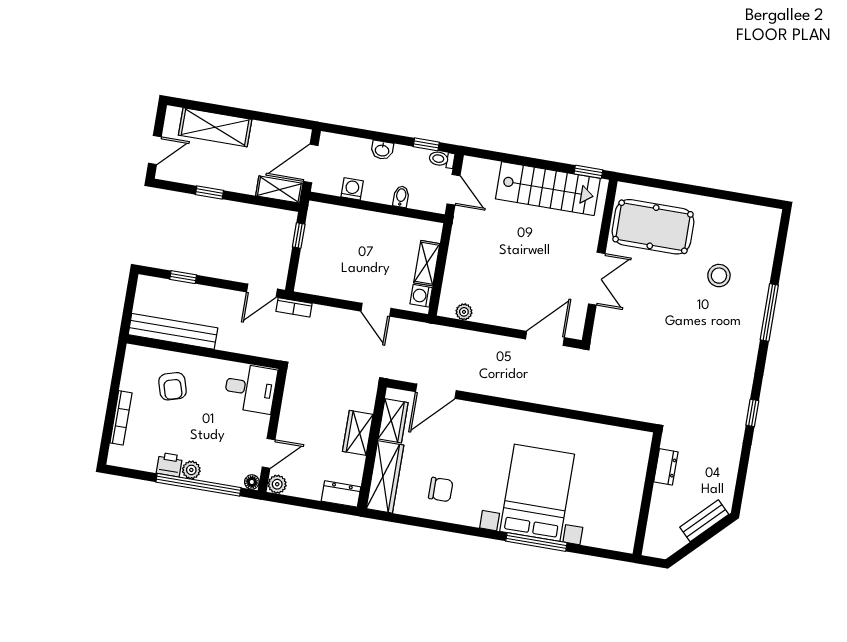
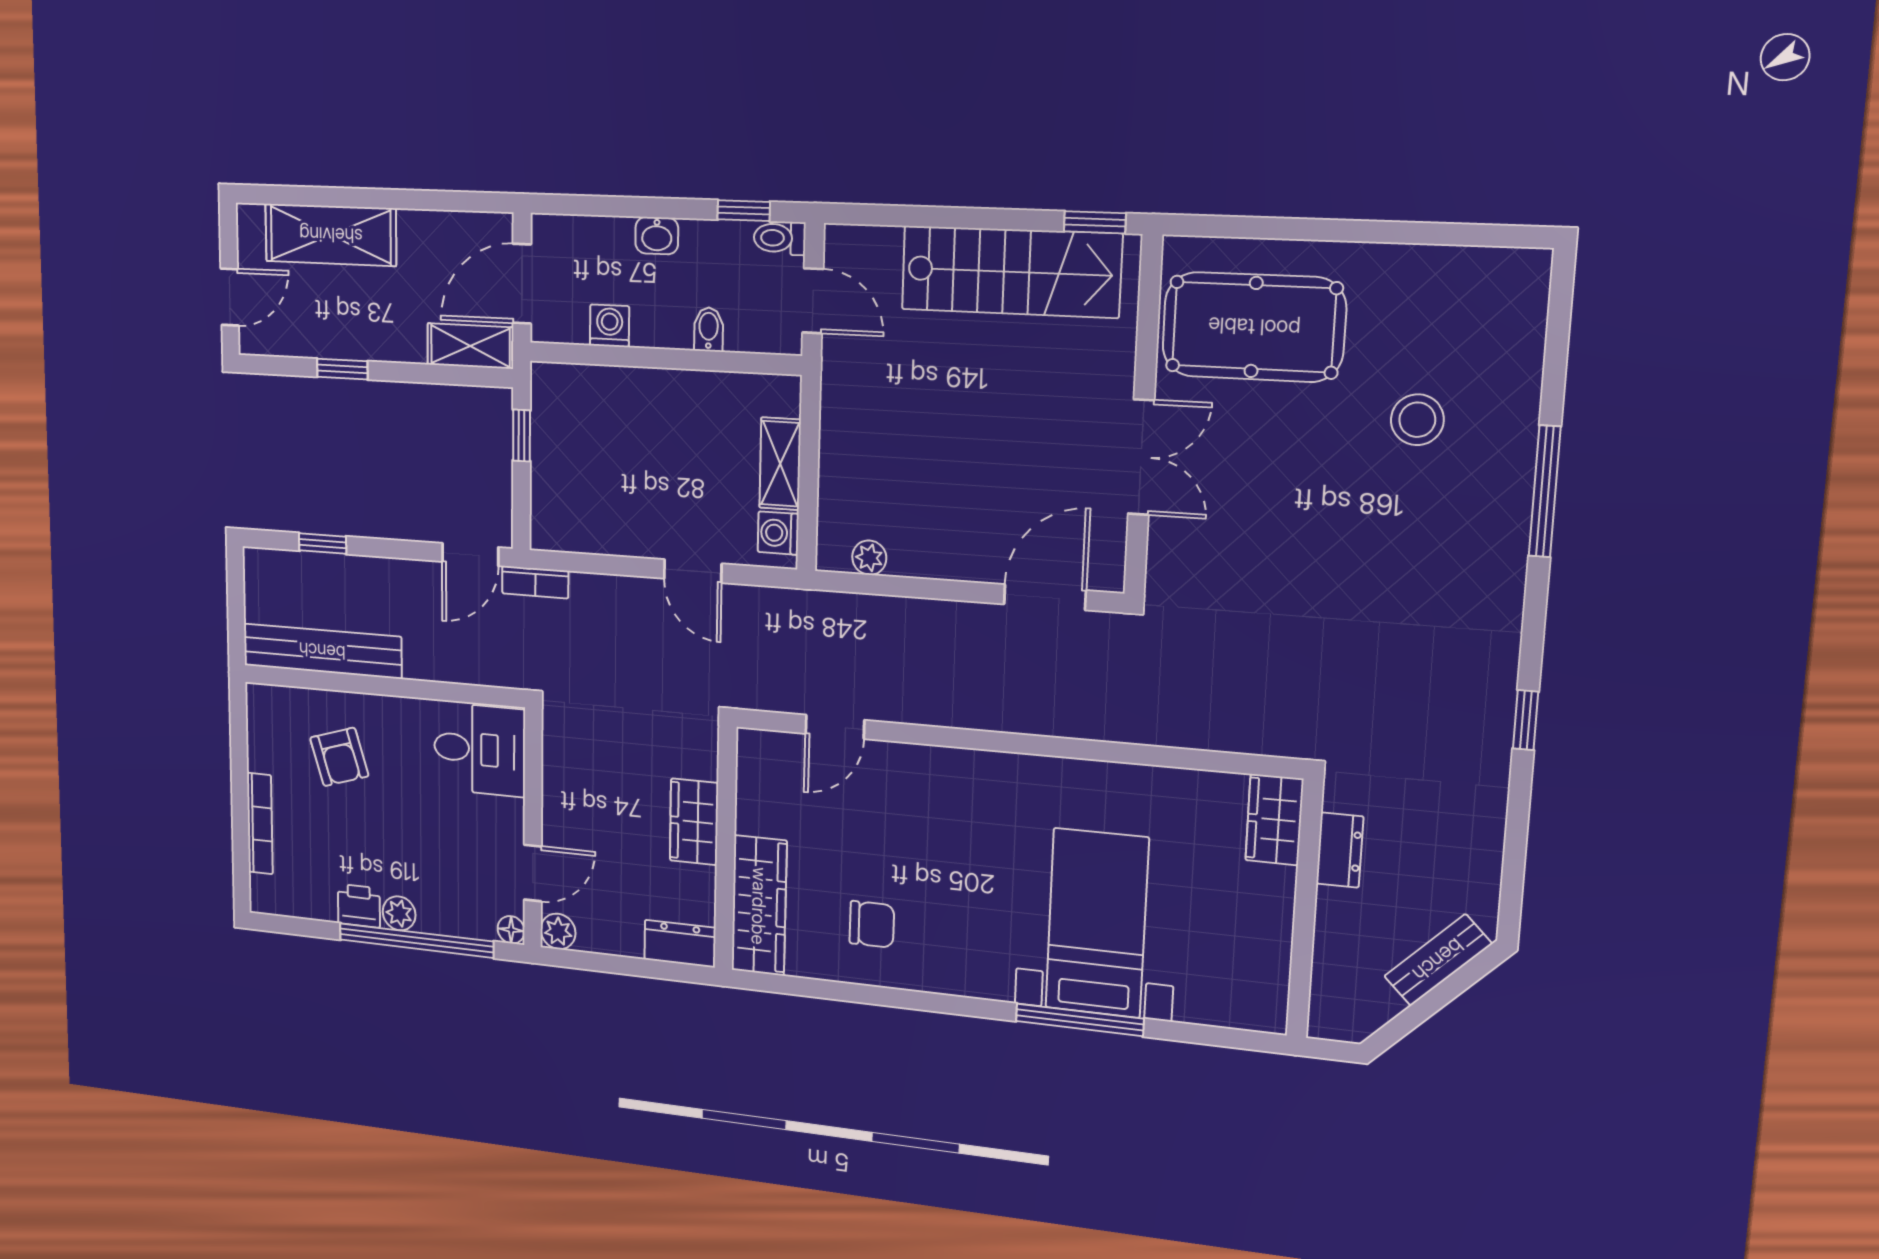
door: (436, 391) -> (835, 727), width x0.73
wardrobe: (393, 421) -> (1274, 820), moved, turned 180
bed with nightstands: (537, 493) -> (1097, 923), width x0.73

